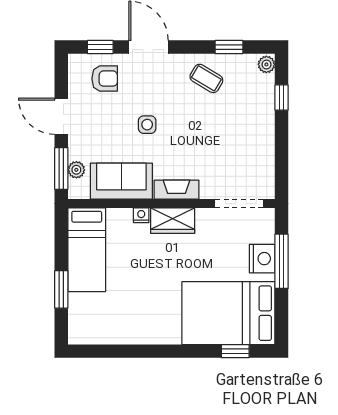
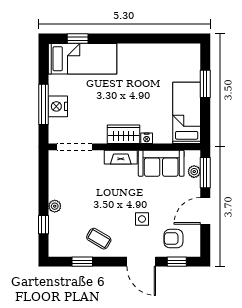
plant: (266, 64) -> (55, 206), moved
door: (61, 116) -> (205, 211), swing flipped
side table: (147, 125) -> (142, 219), moved
bed: (228, 313) -> (83, 59), width x0.67

